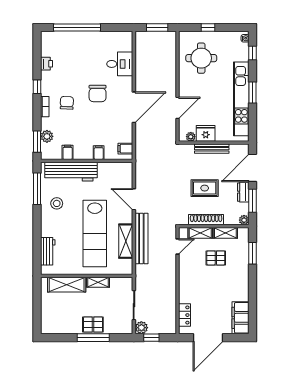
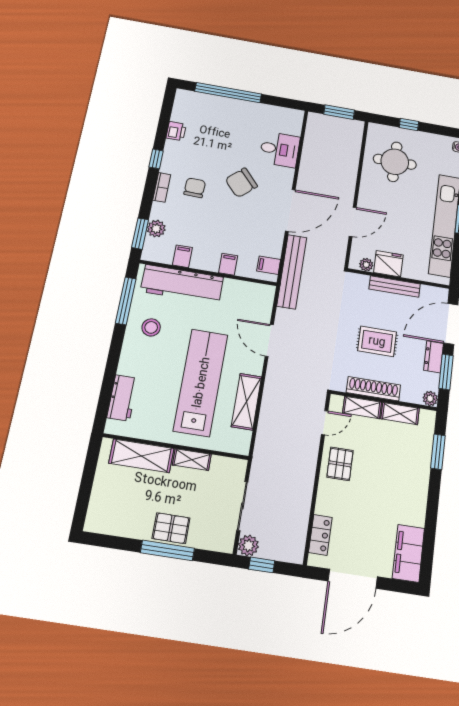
chair: (98, 93) -> (241, 183), turned 48
lab bench: (95, 234) -> (201, 382), turned 180
bench: (141, 239) -> (292, 272), moved
pallet: (216, 258) -> (340, 464), moved, turned 90

